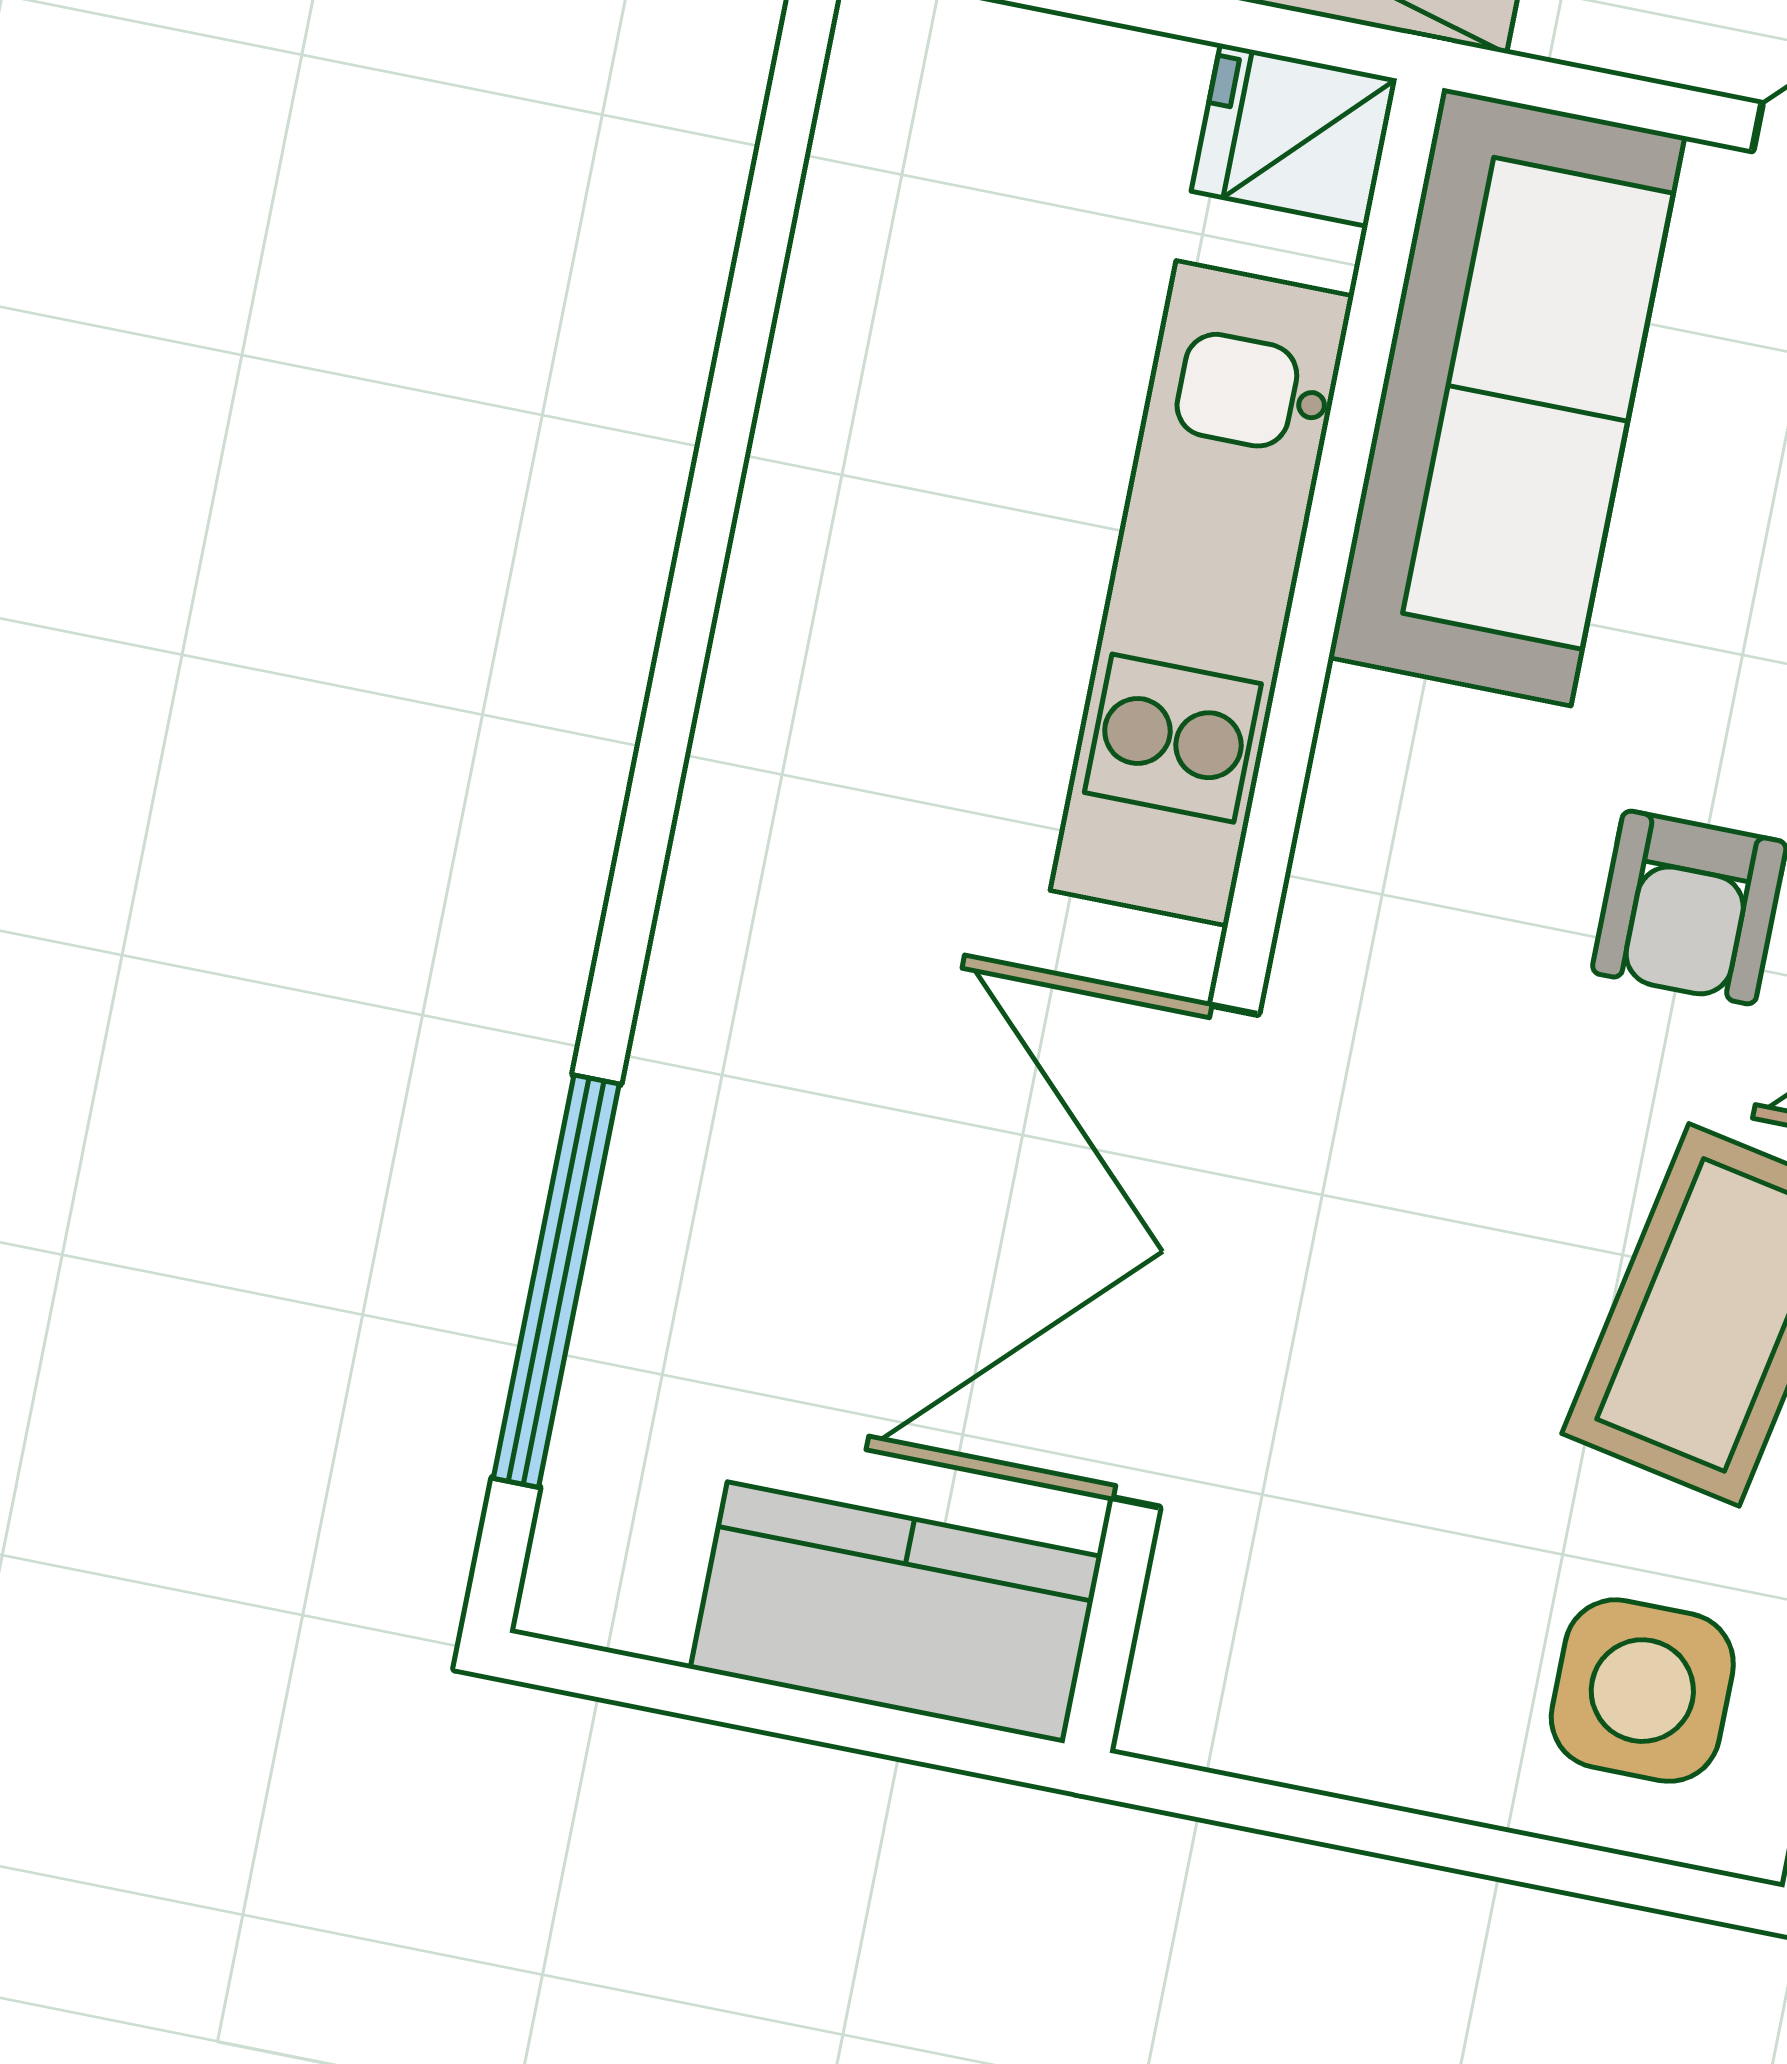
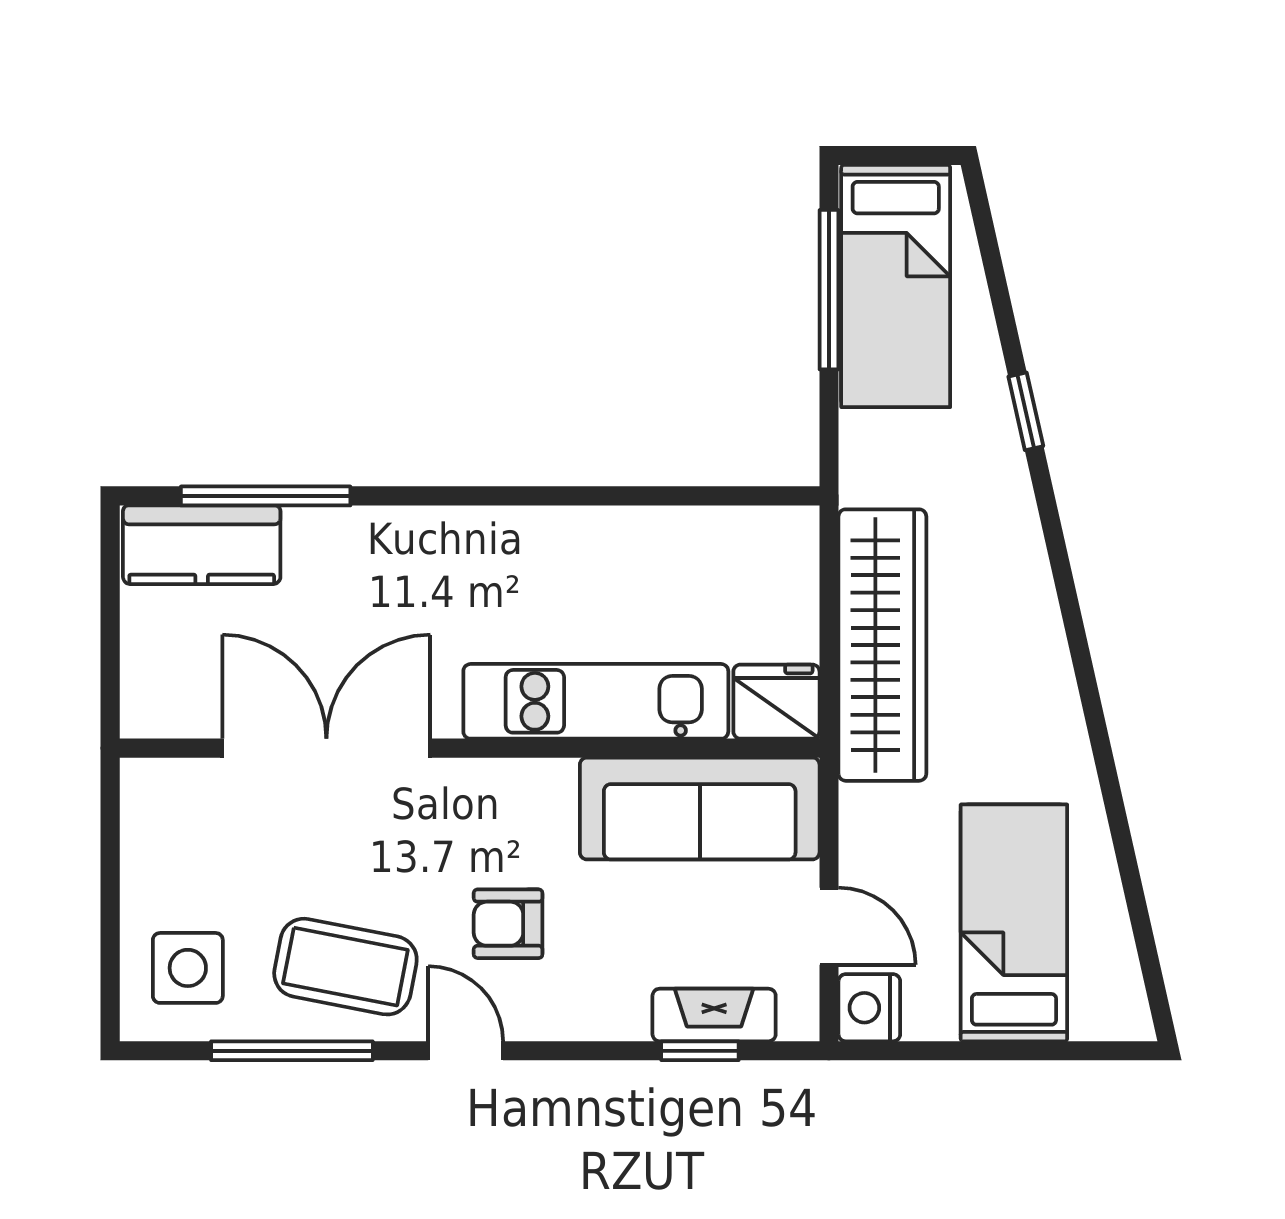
fridge: (1294, 135) -> (776, 702), width x1.38
kitchen counter: (896, 1613) -> (202, 545), moved, turned 90

